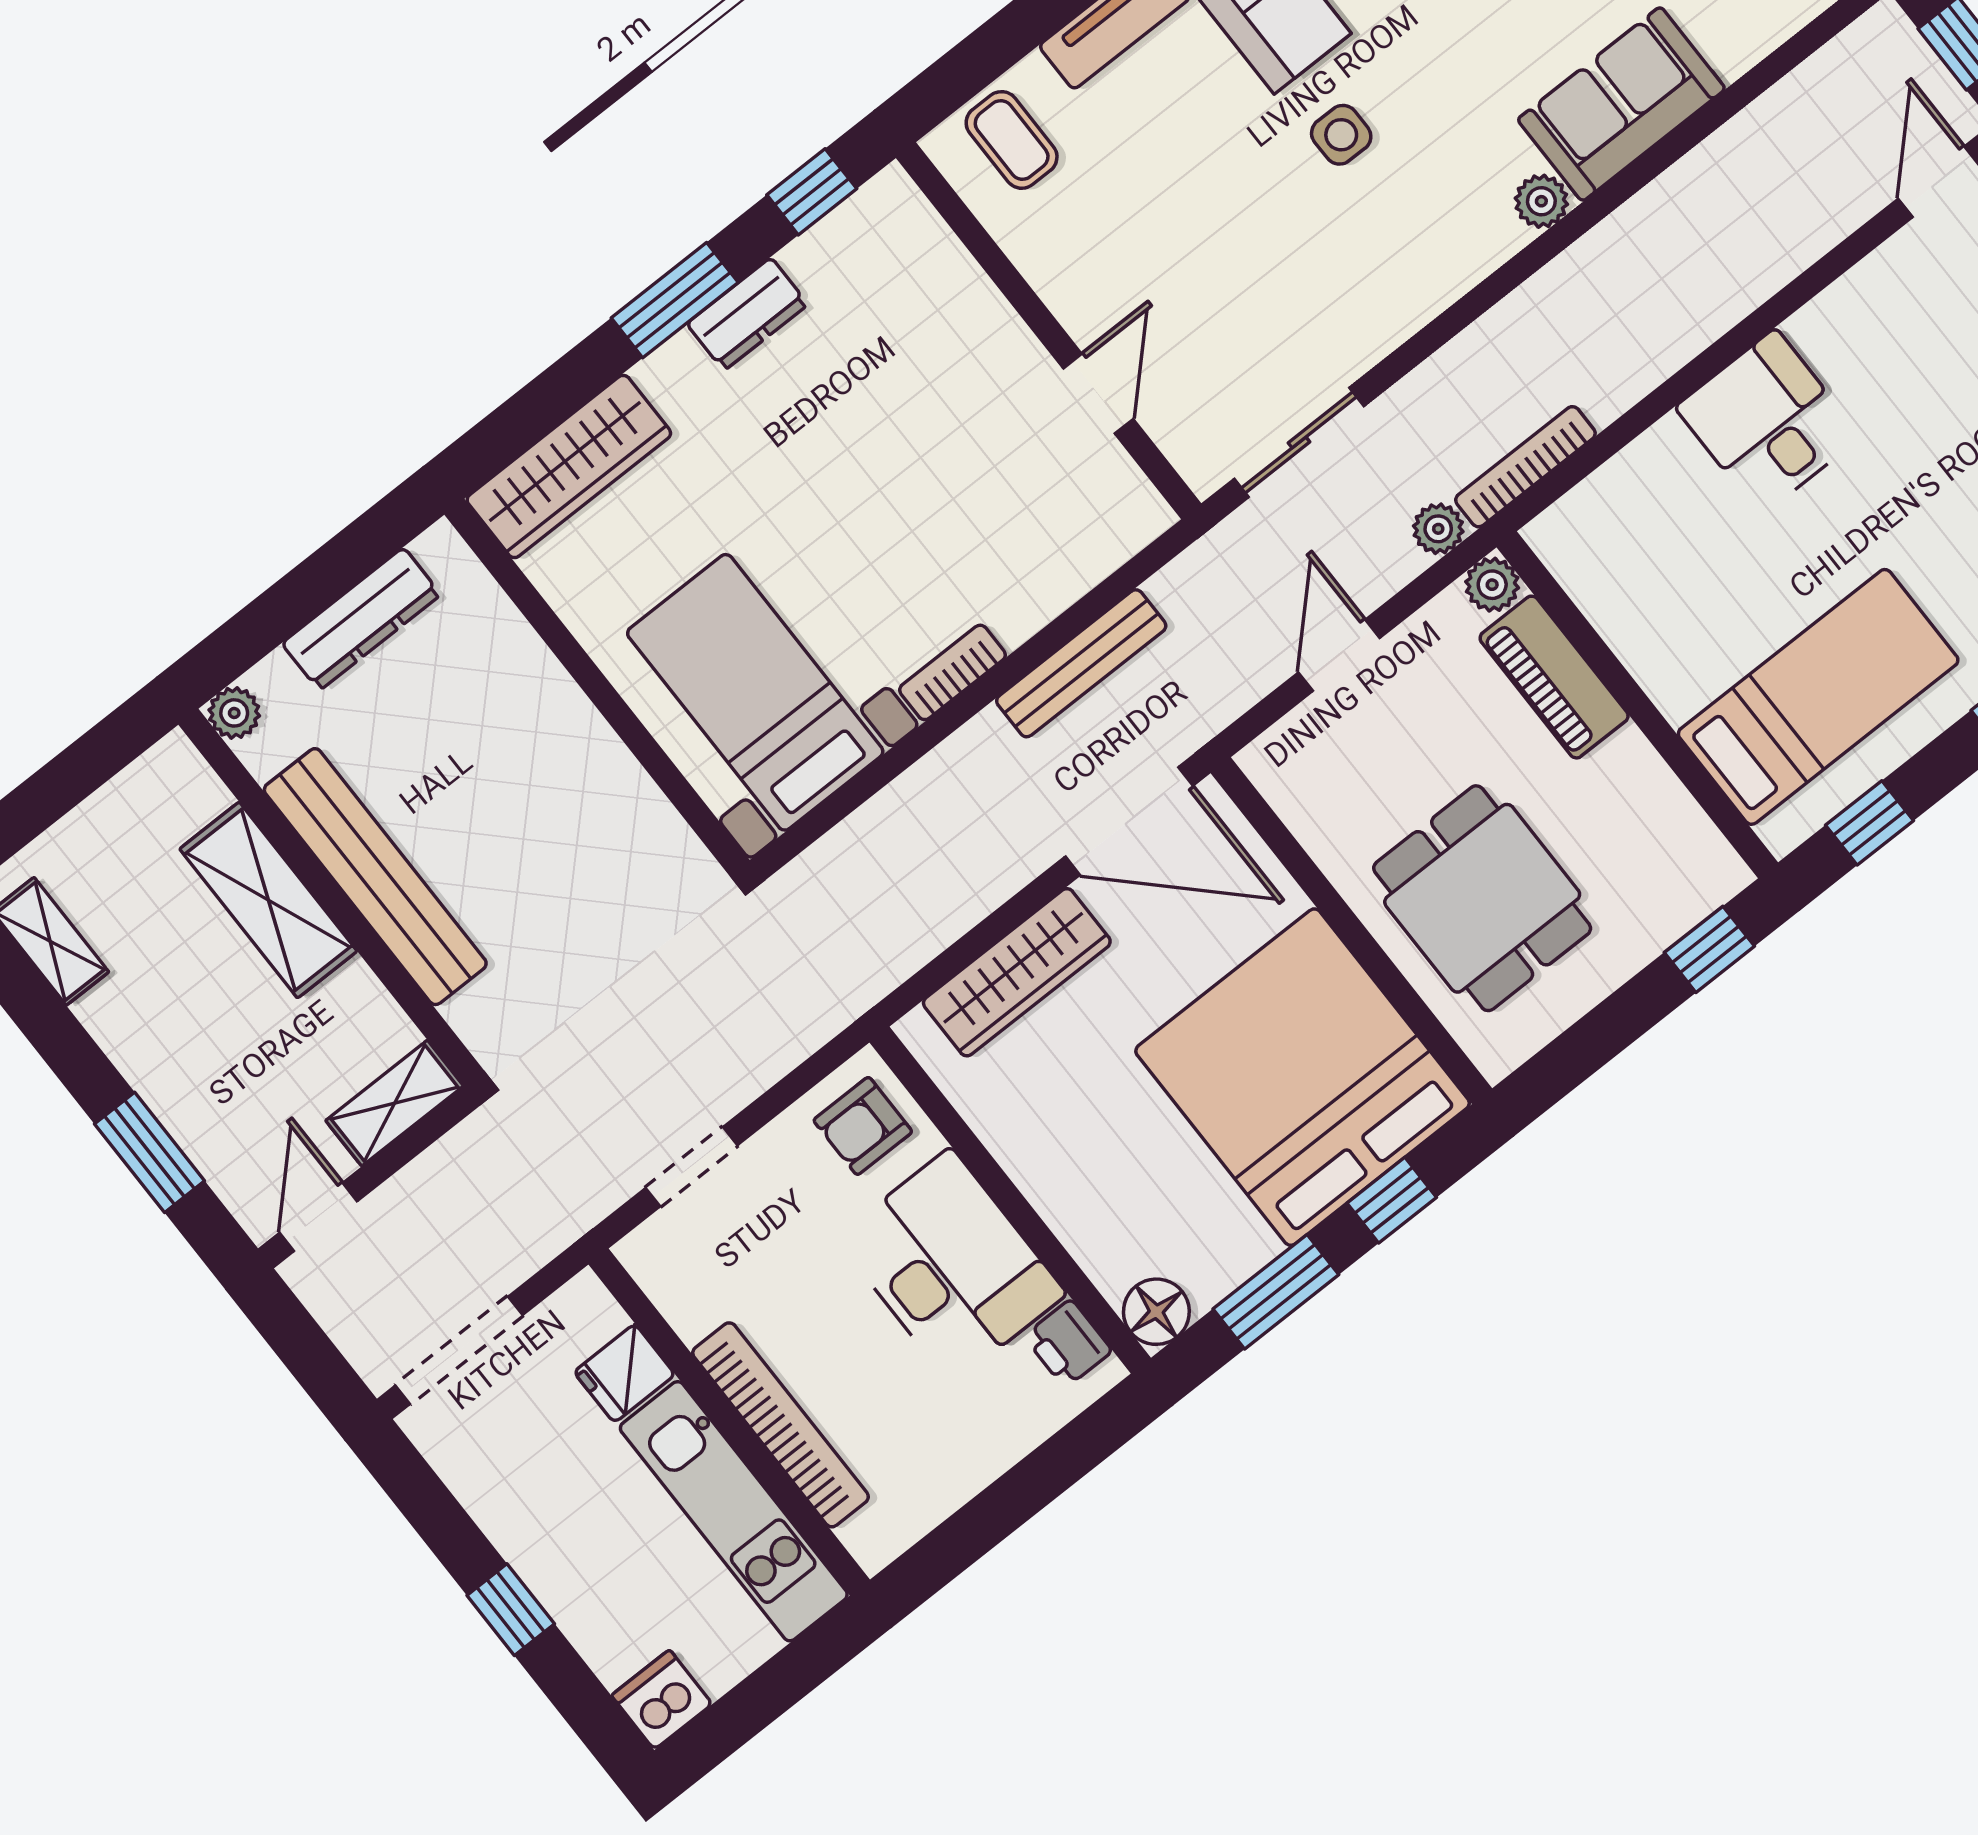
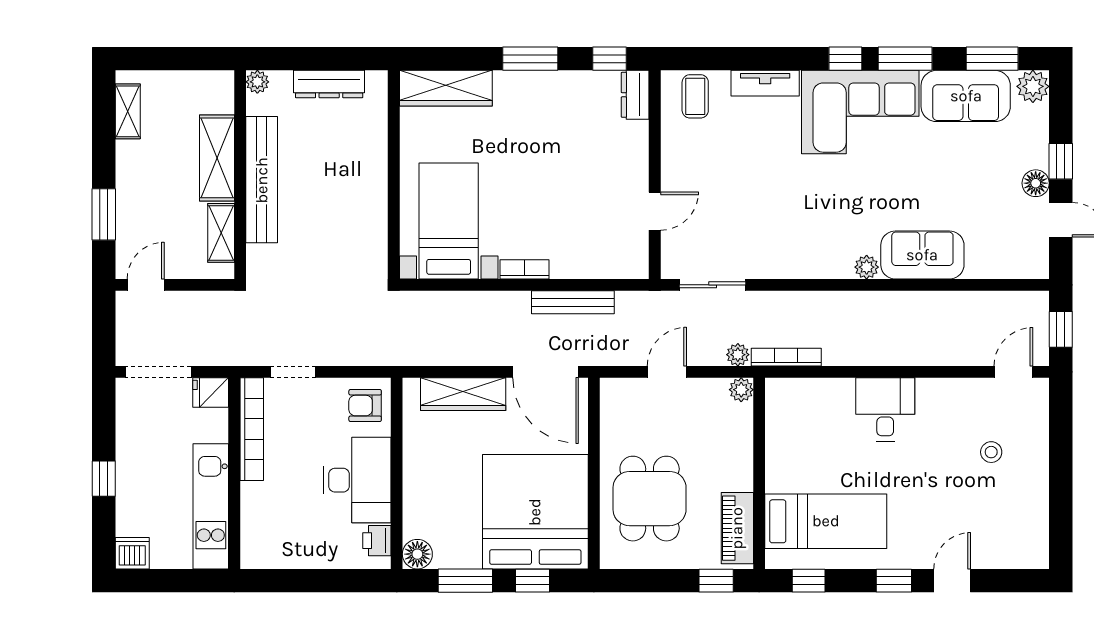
side table: (1341, 135) -> (814, 187), removed
dresser: (747, 314) -> (635, 95), moved, turned 90
piano: (1554, 677) -> (737, 528), moved
shelving: (395, 1103) -> (221, 233), moved, turned 90
fridge: (624, 1373) -> (211, 393), moved
bookcase: (780, 1425) -> (252, 429), moved

